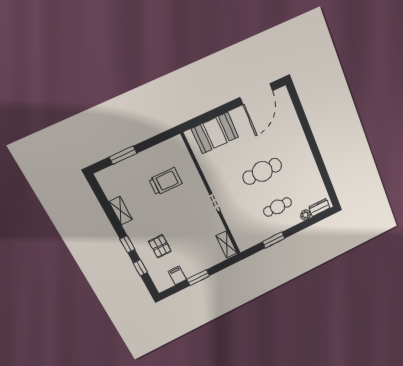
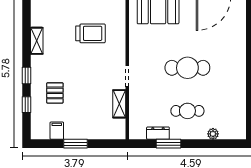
dresser: (319, 207) -> (158, 133), moved
shelving: (227, 244) -> (119, 104), moved

